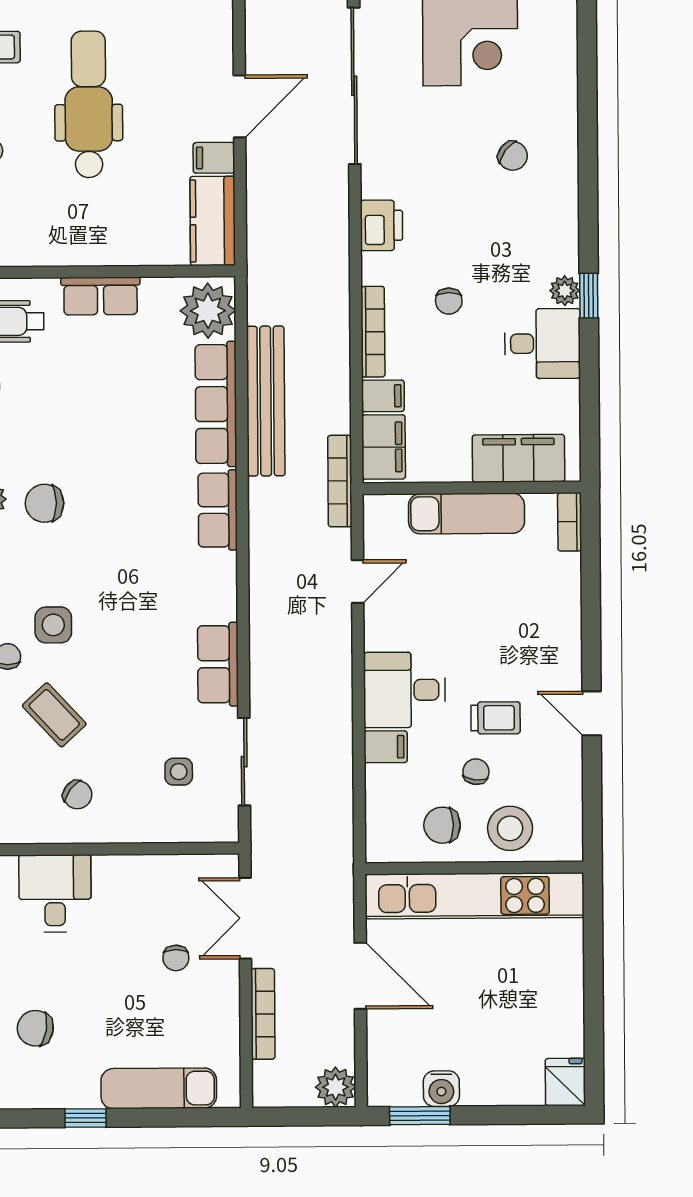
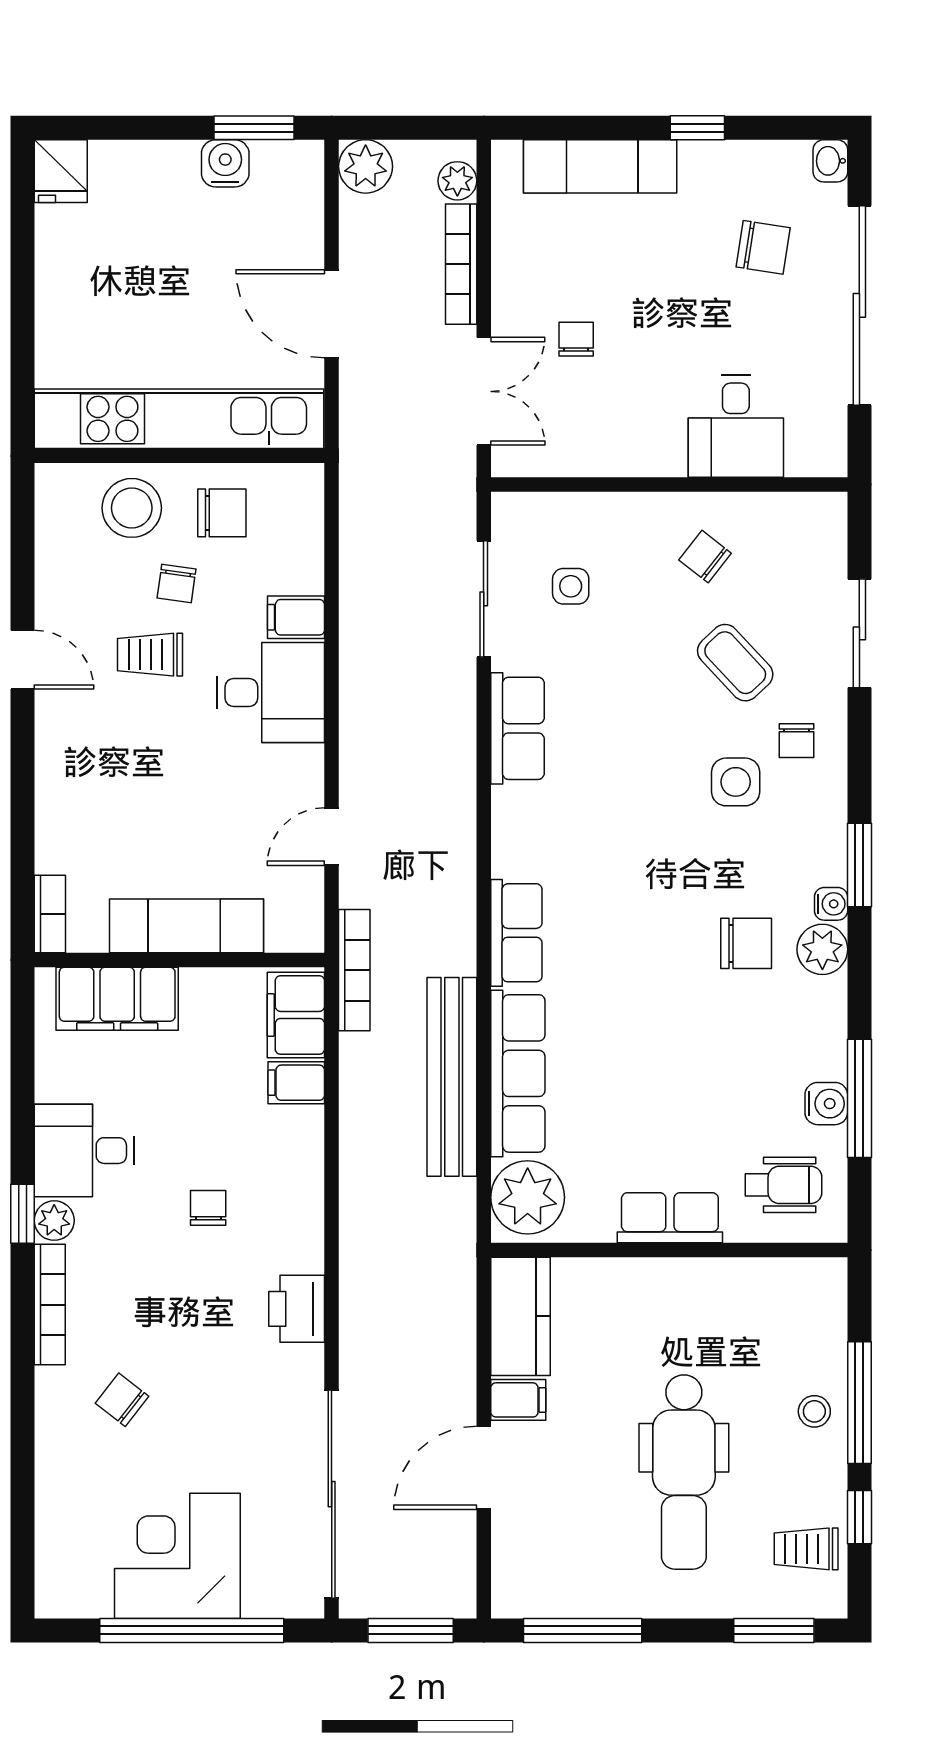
bookcase: (373, 332) -> (50, 1305), moved, turned 180
plant: (266, 1077) -> (457, 181), added

